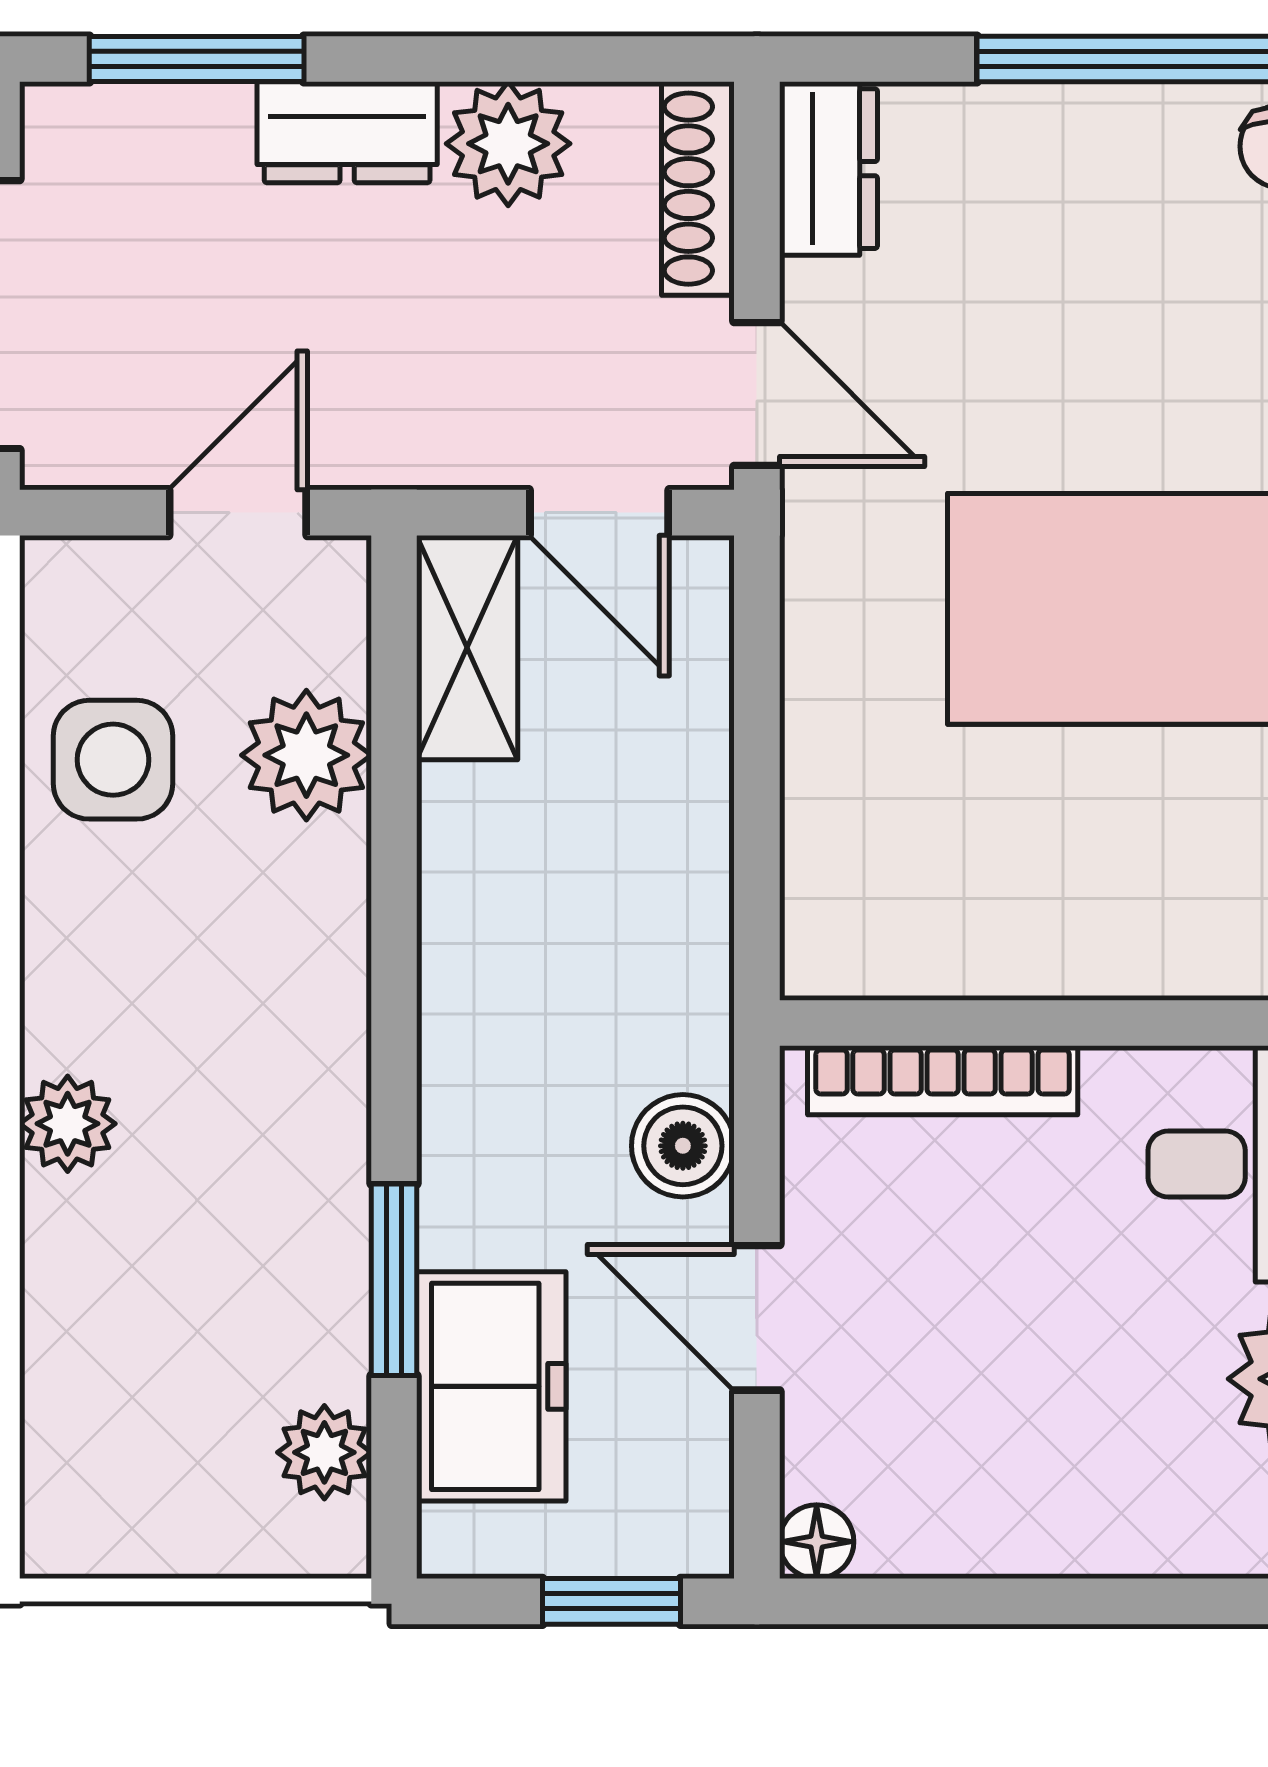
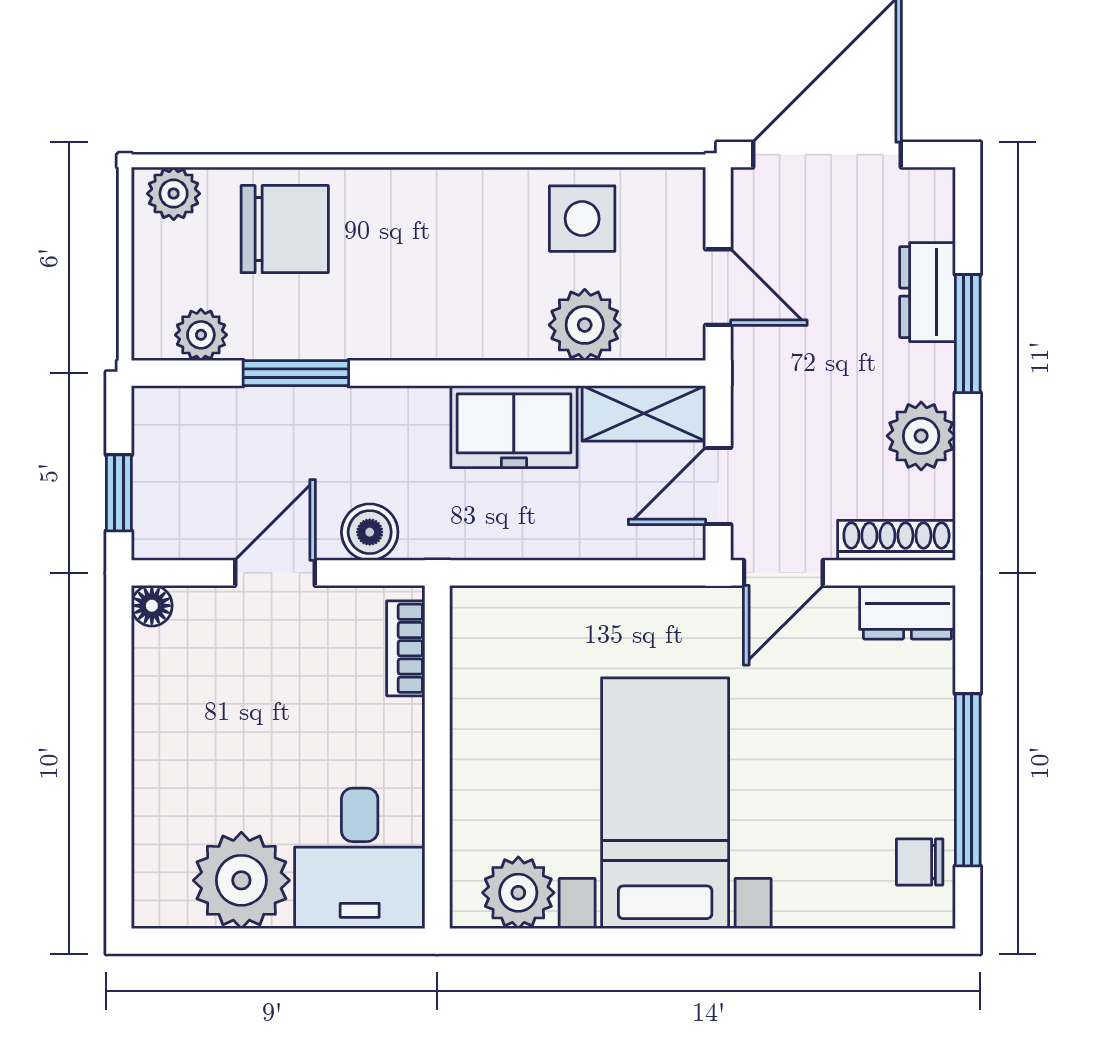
window: (197, 59) -> (968, 334), moved
dresser: (347, 132) -> (927, 292), moved
bookcase: (943, 1080) -> (406, 648), width x0.64
plant: (68, 1124) -> (174, 194), moved
chair: (132, 1300) -> (285, 229), added
freezer: (491, 1386) -> (514, 427), moved

